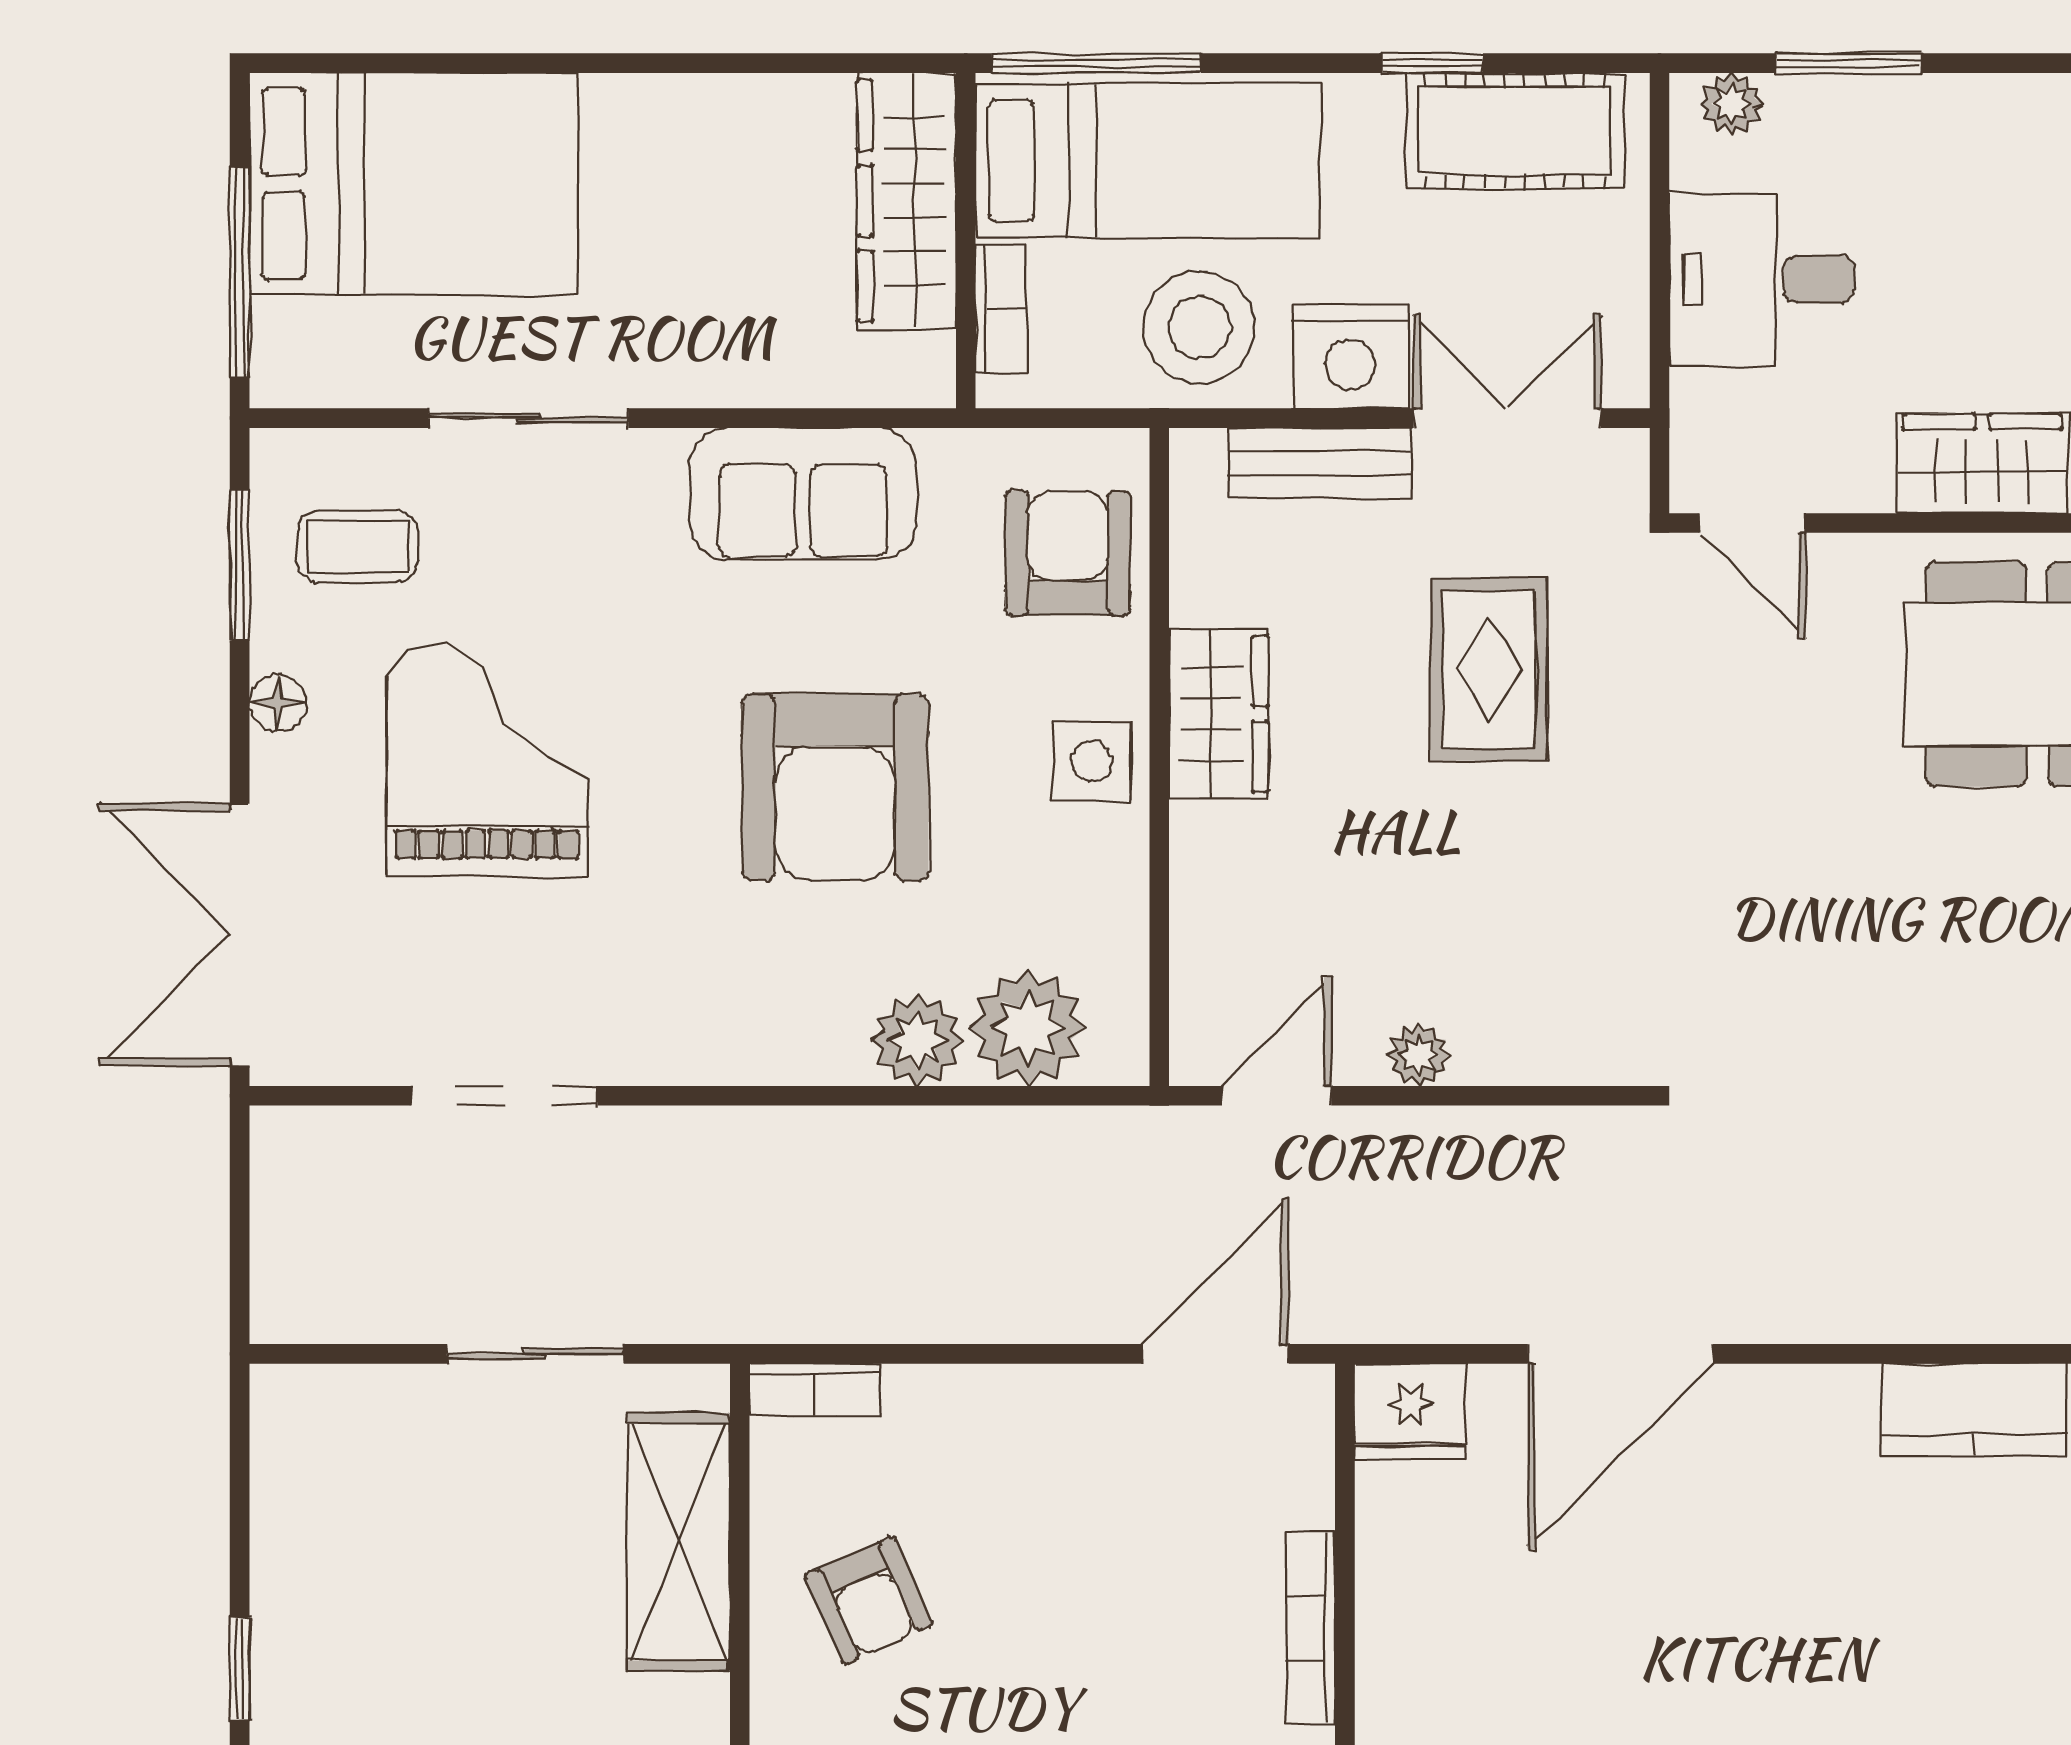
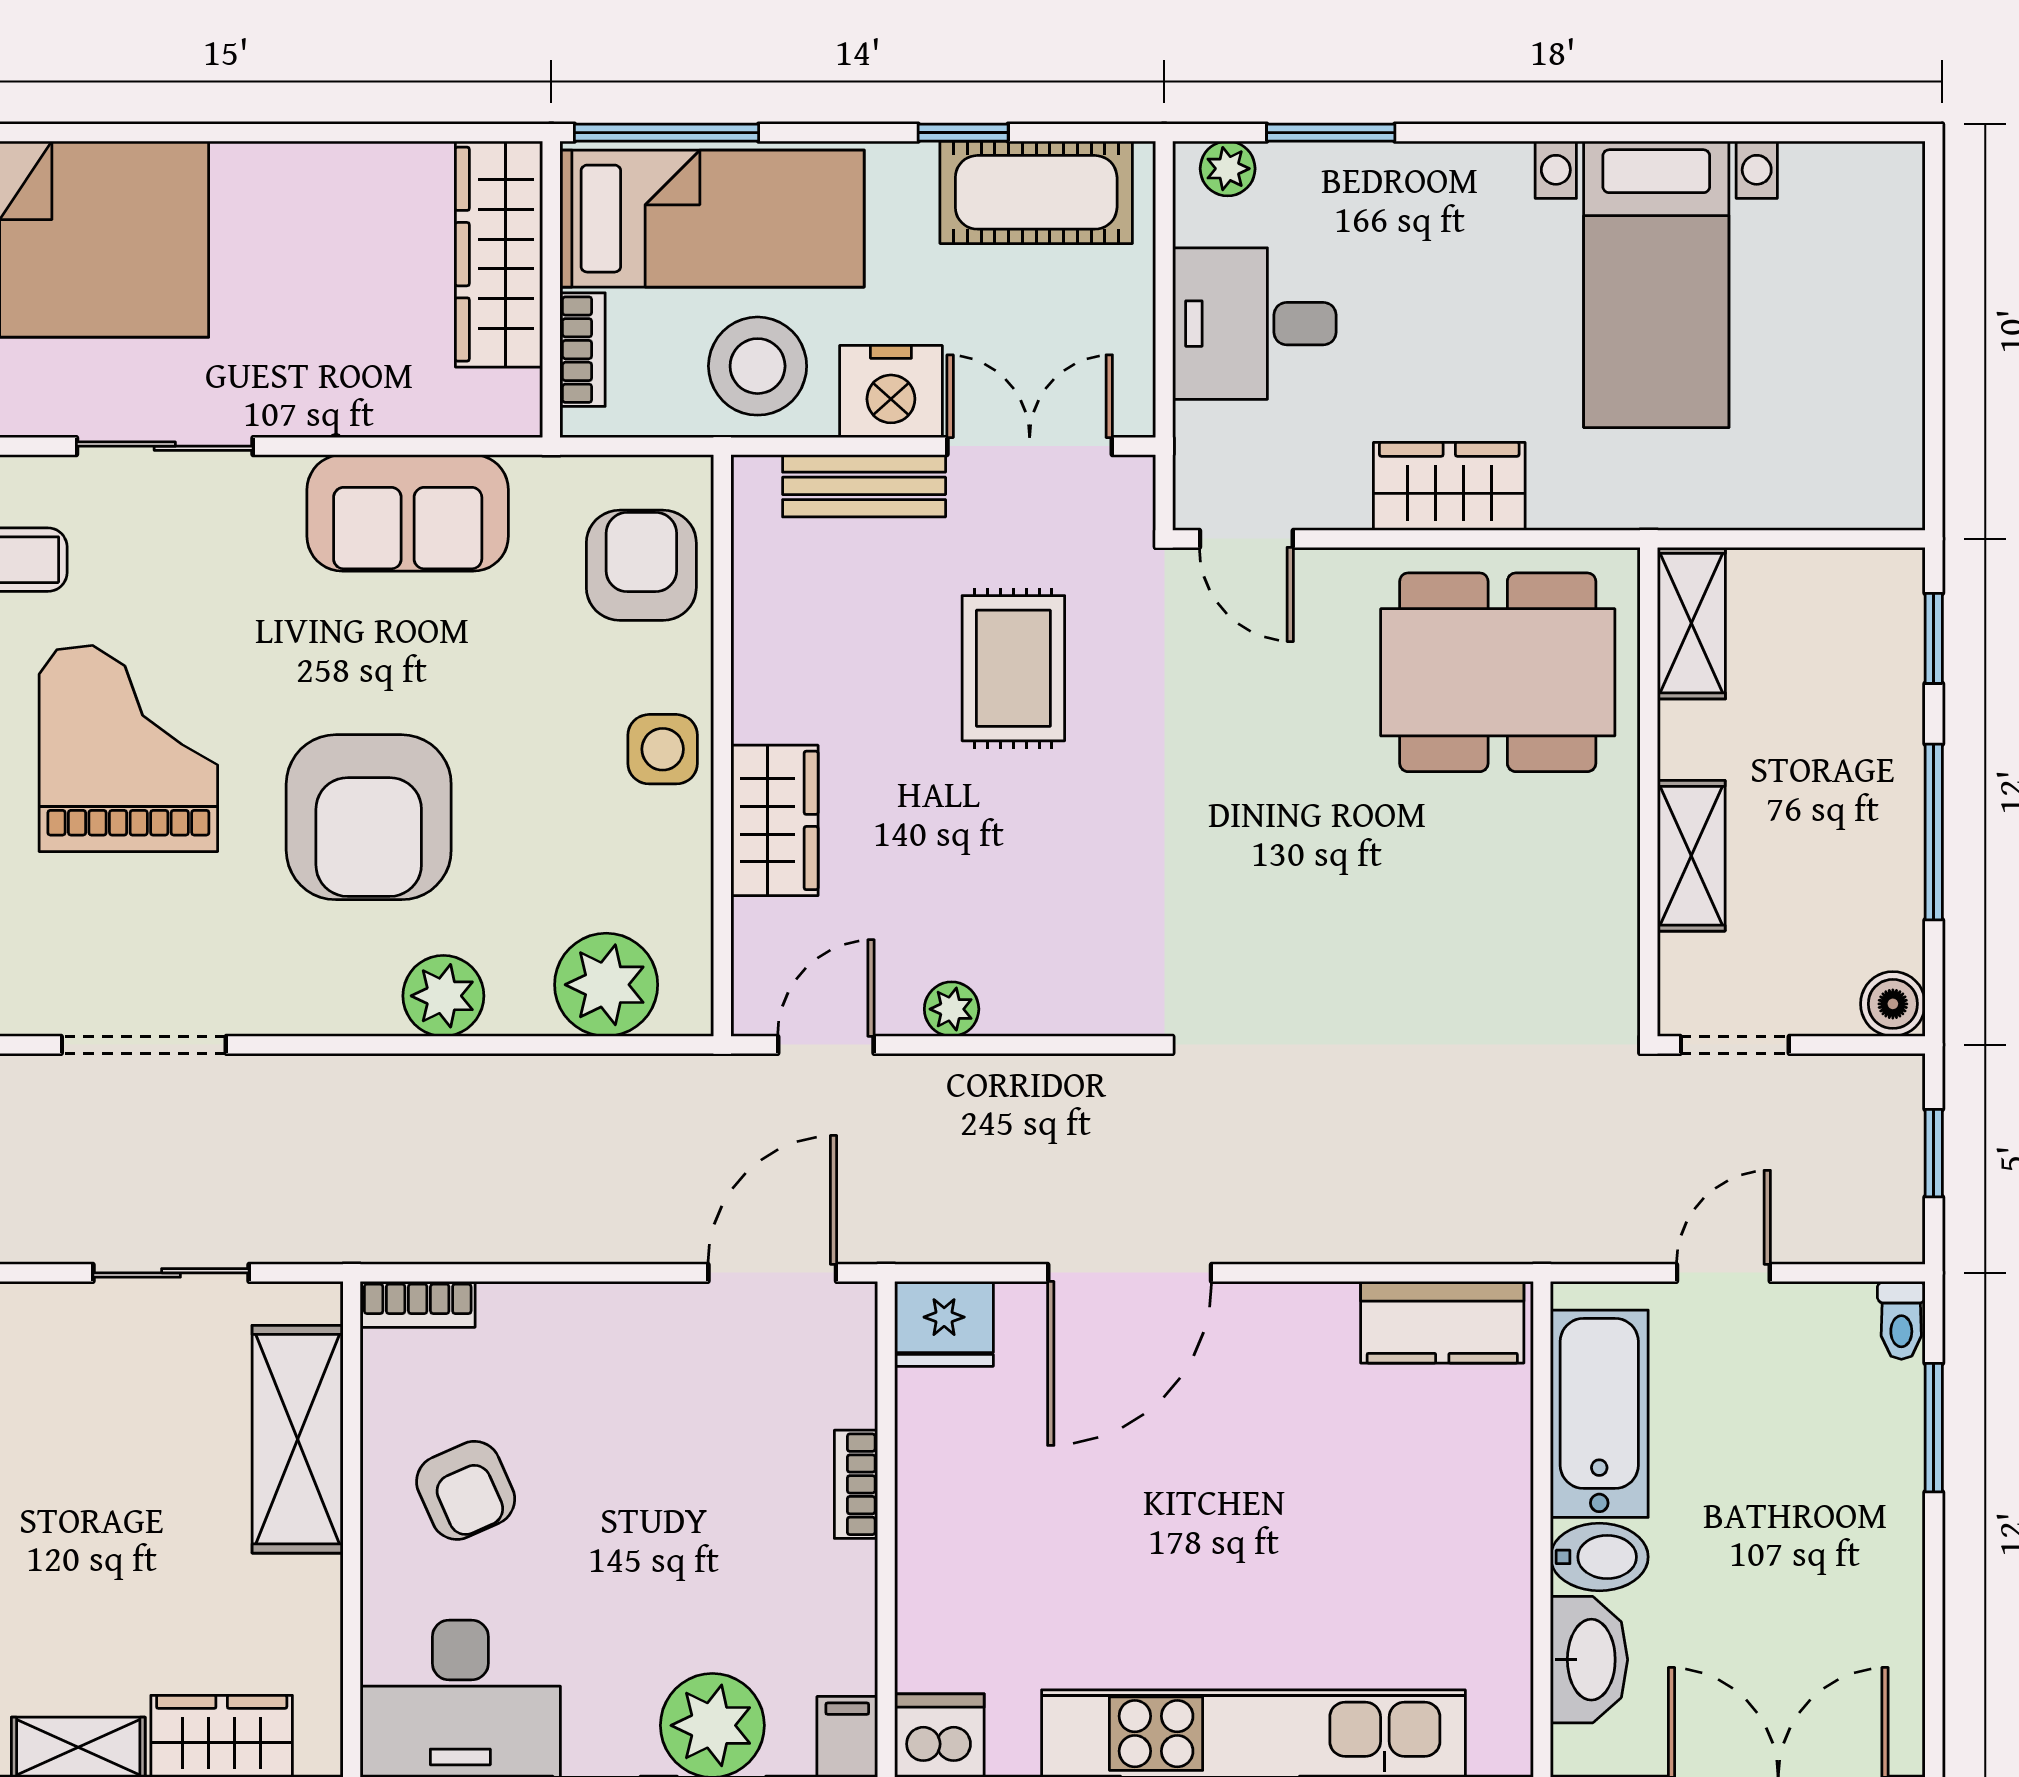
wardrobe: (1218, 714) -> (774, 820), moved
armchair: (835, 787) -> (369, 817), moved
plant: (917, 1040) -> (443, 996), moved
bookcase: (1311, 1628) -> (856, 1484), width x0.64

